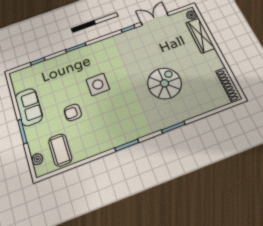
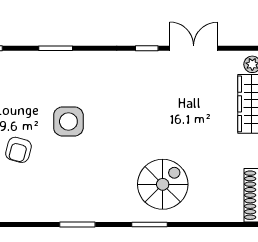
spiral stairs: (164, 83) -> (163, 184), moved
armchair: (73, 112) -> (18, 150), turned -75

